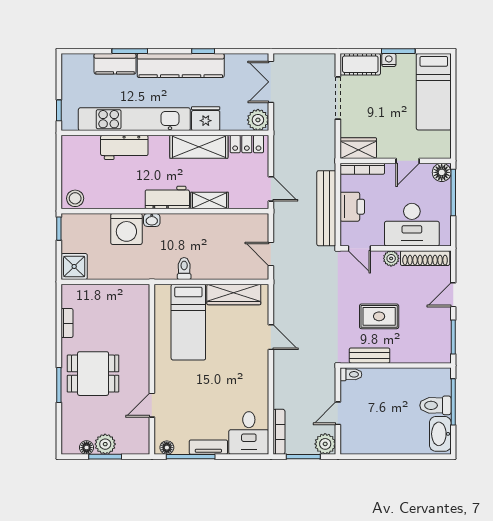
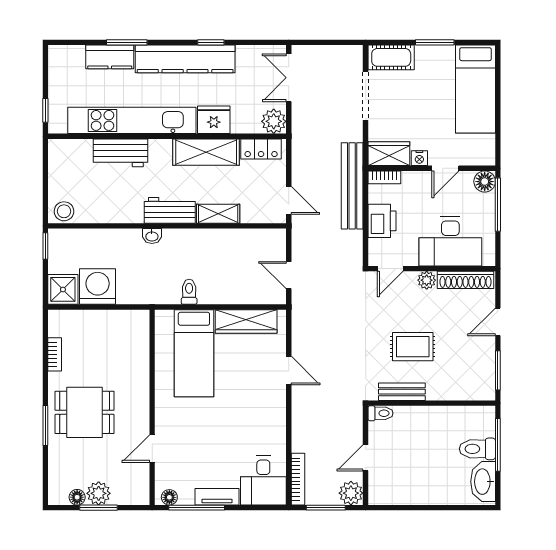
nightstand: (389, 60) -> (419, 158), moved, turned 180
bookcase: (362, 169) -> (384, 177), width x0.64
bench: (326, 208) -> (352, 186), moved
washing machine: (126, 229) -> (98, 287), moved, turned 180
door: (359, 248) -> (390, 269), hinge flipped

